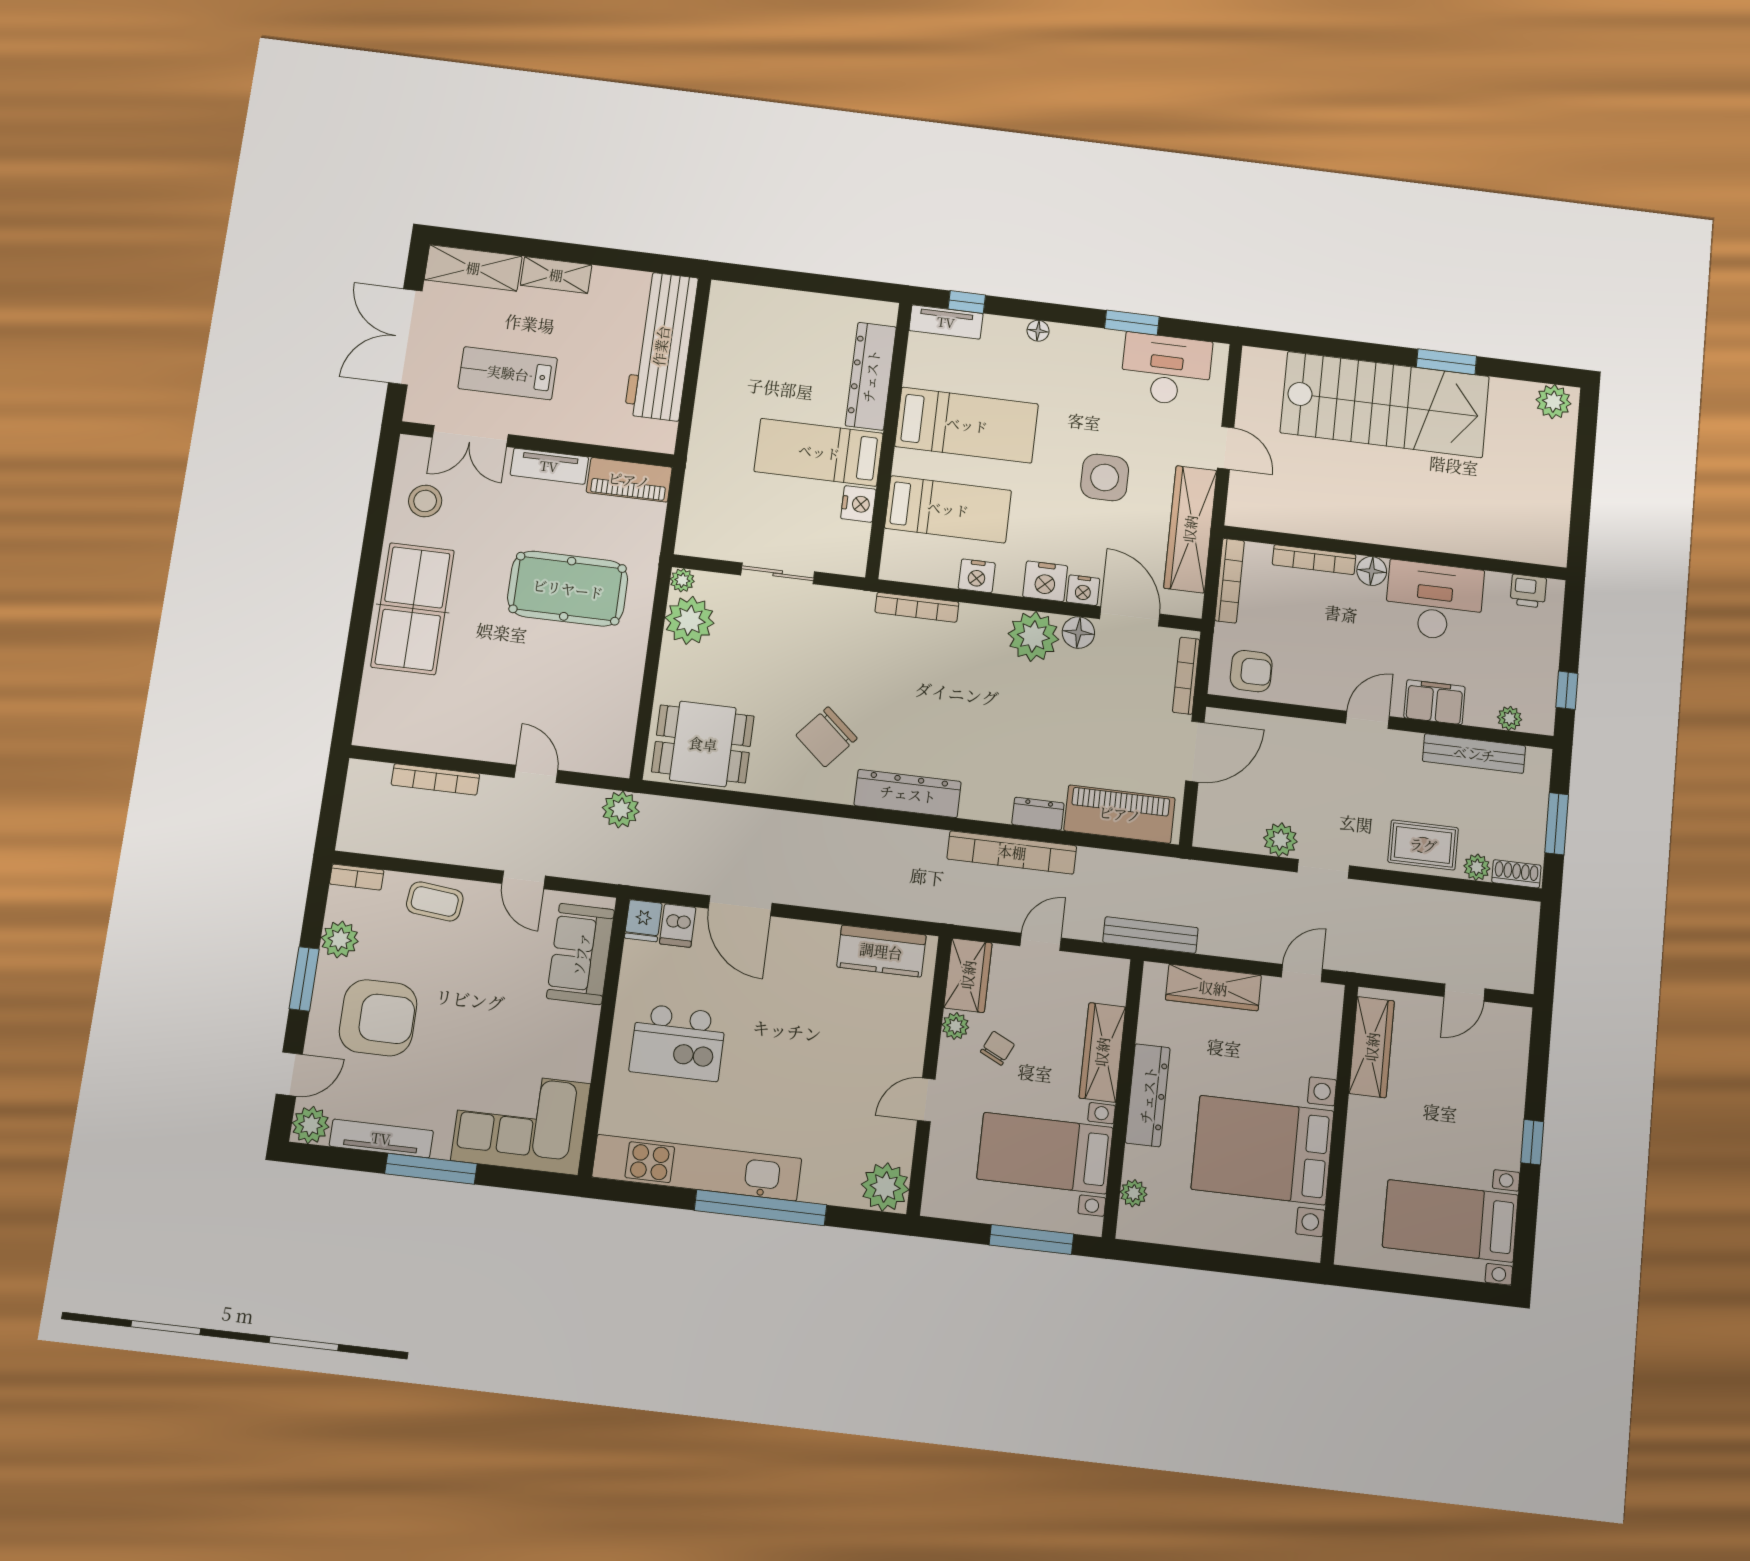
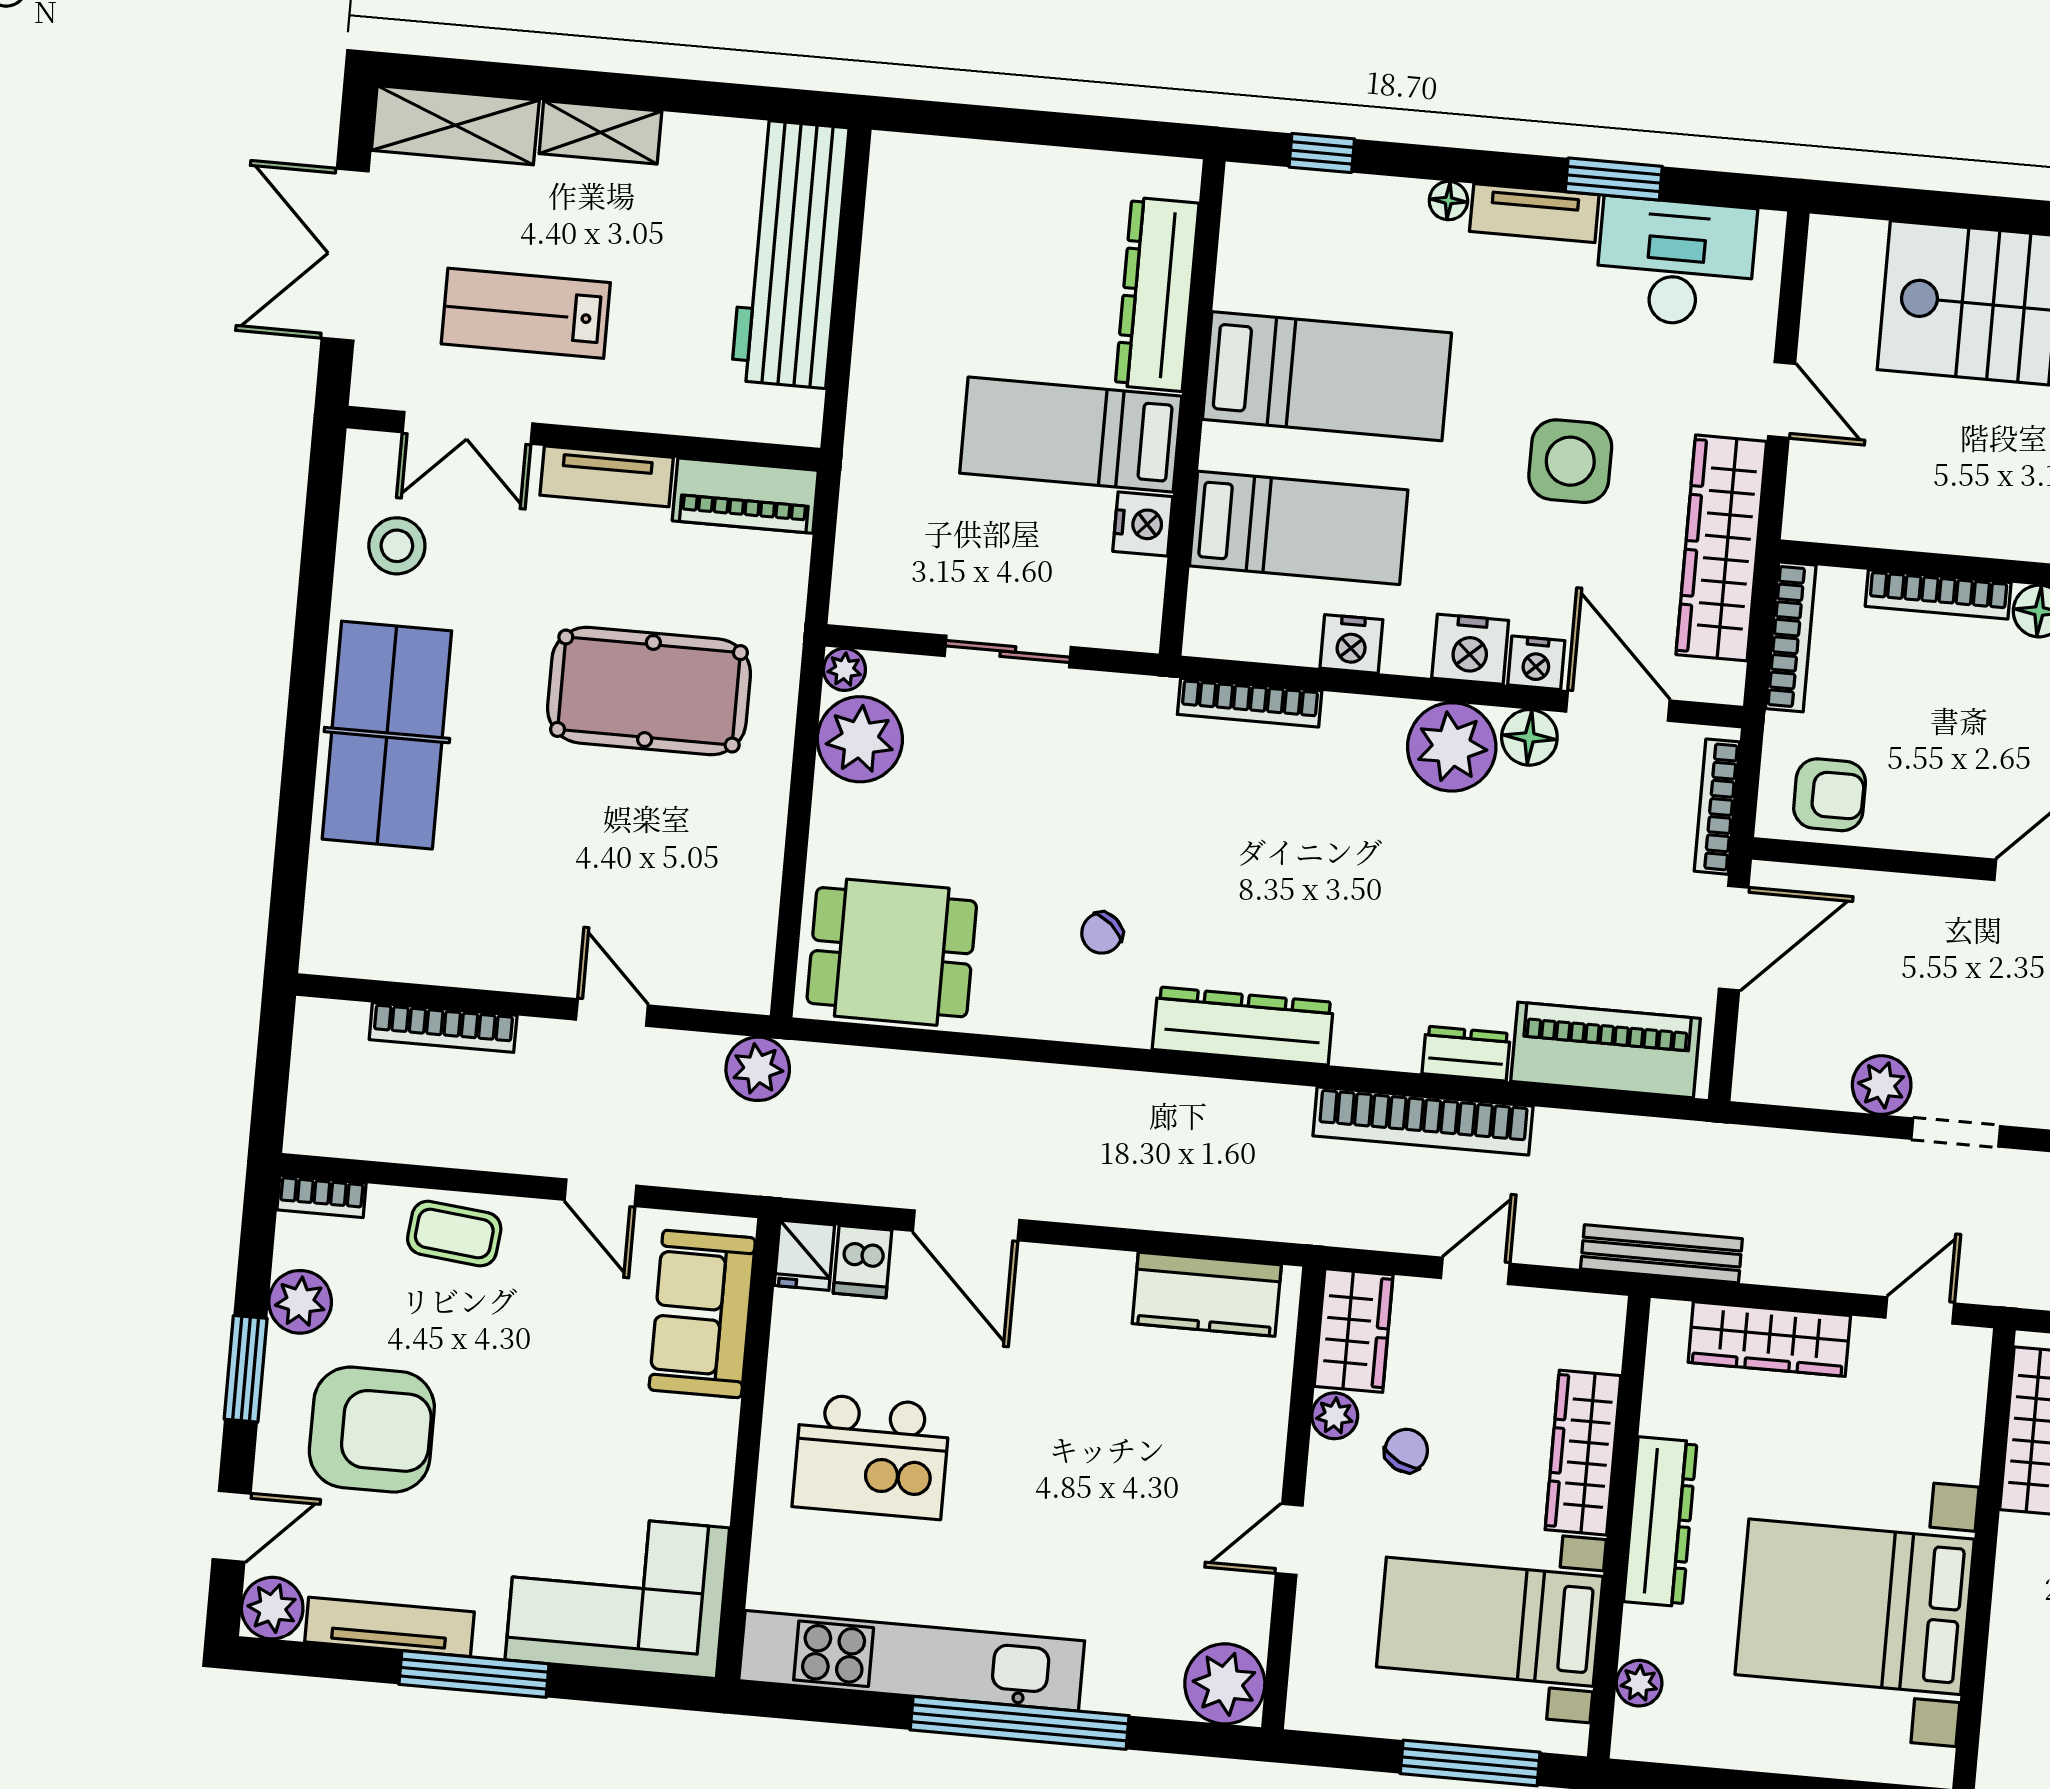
tv unit: (946, 322) -> (1534, 213), moved
chair: (827, 737) -> (1102, 933), width x0.54, depth x0.54

